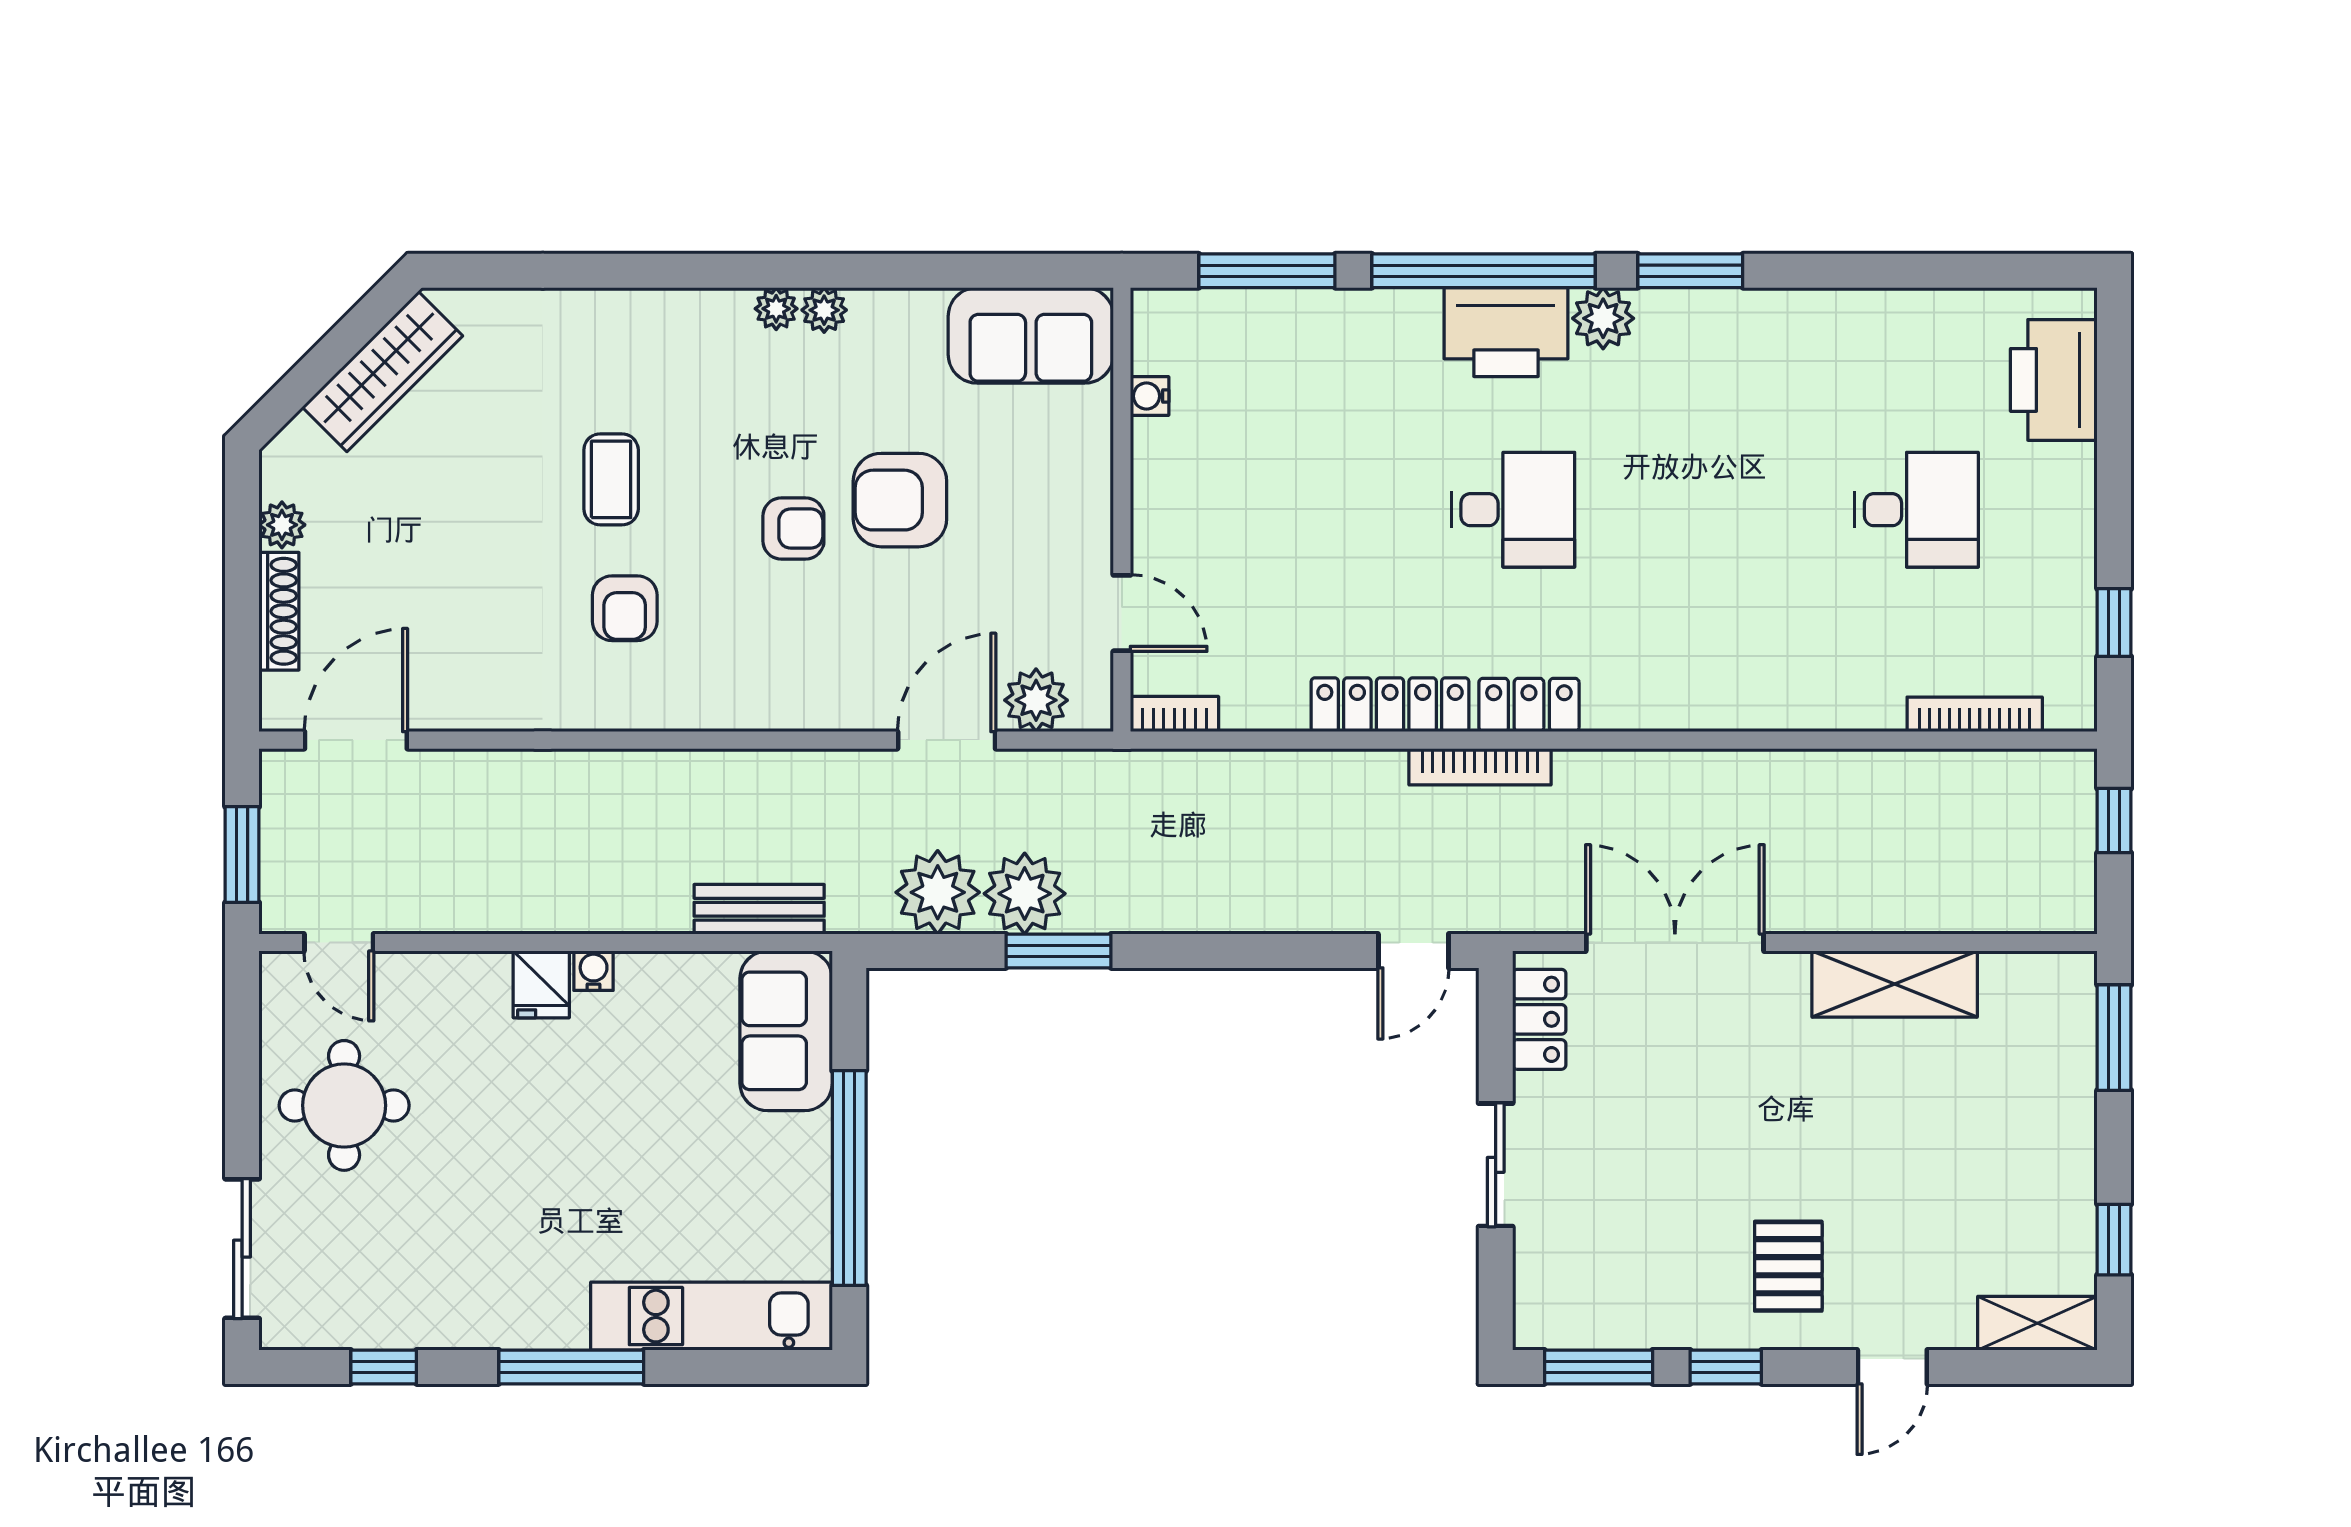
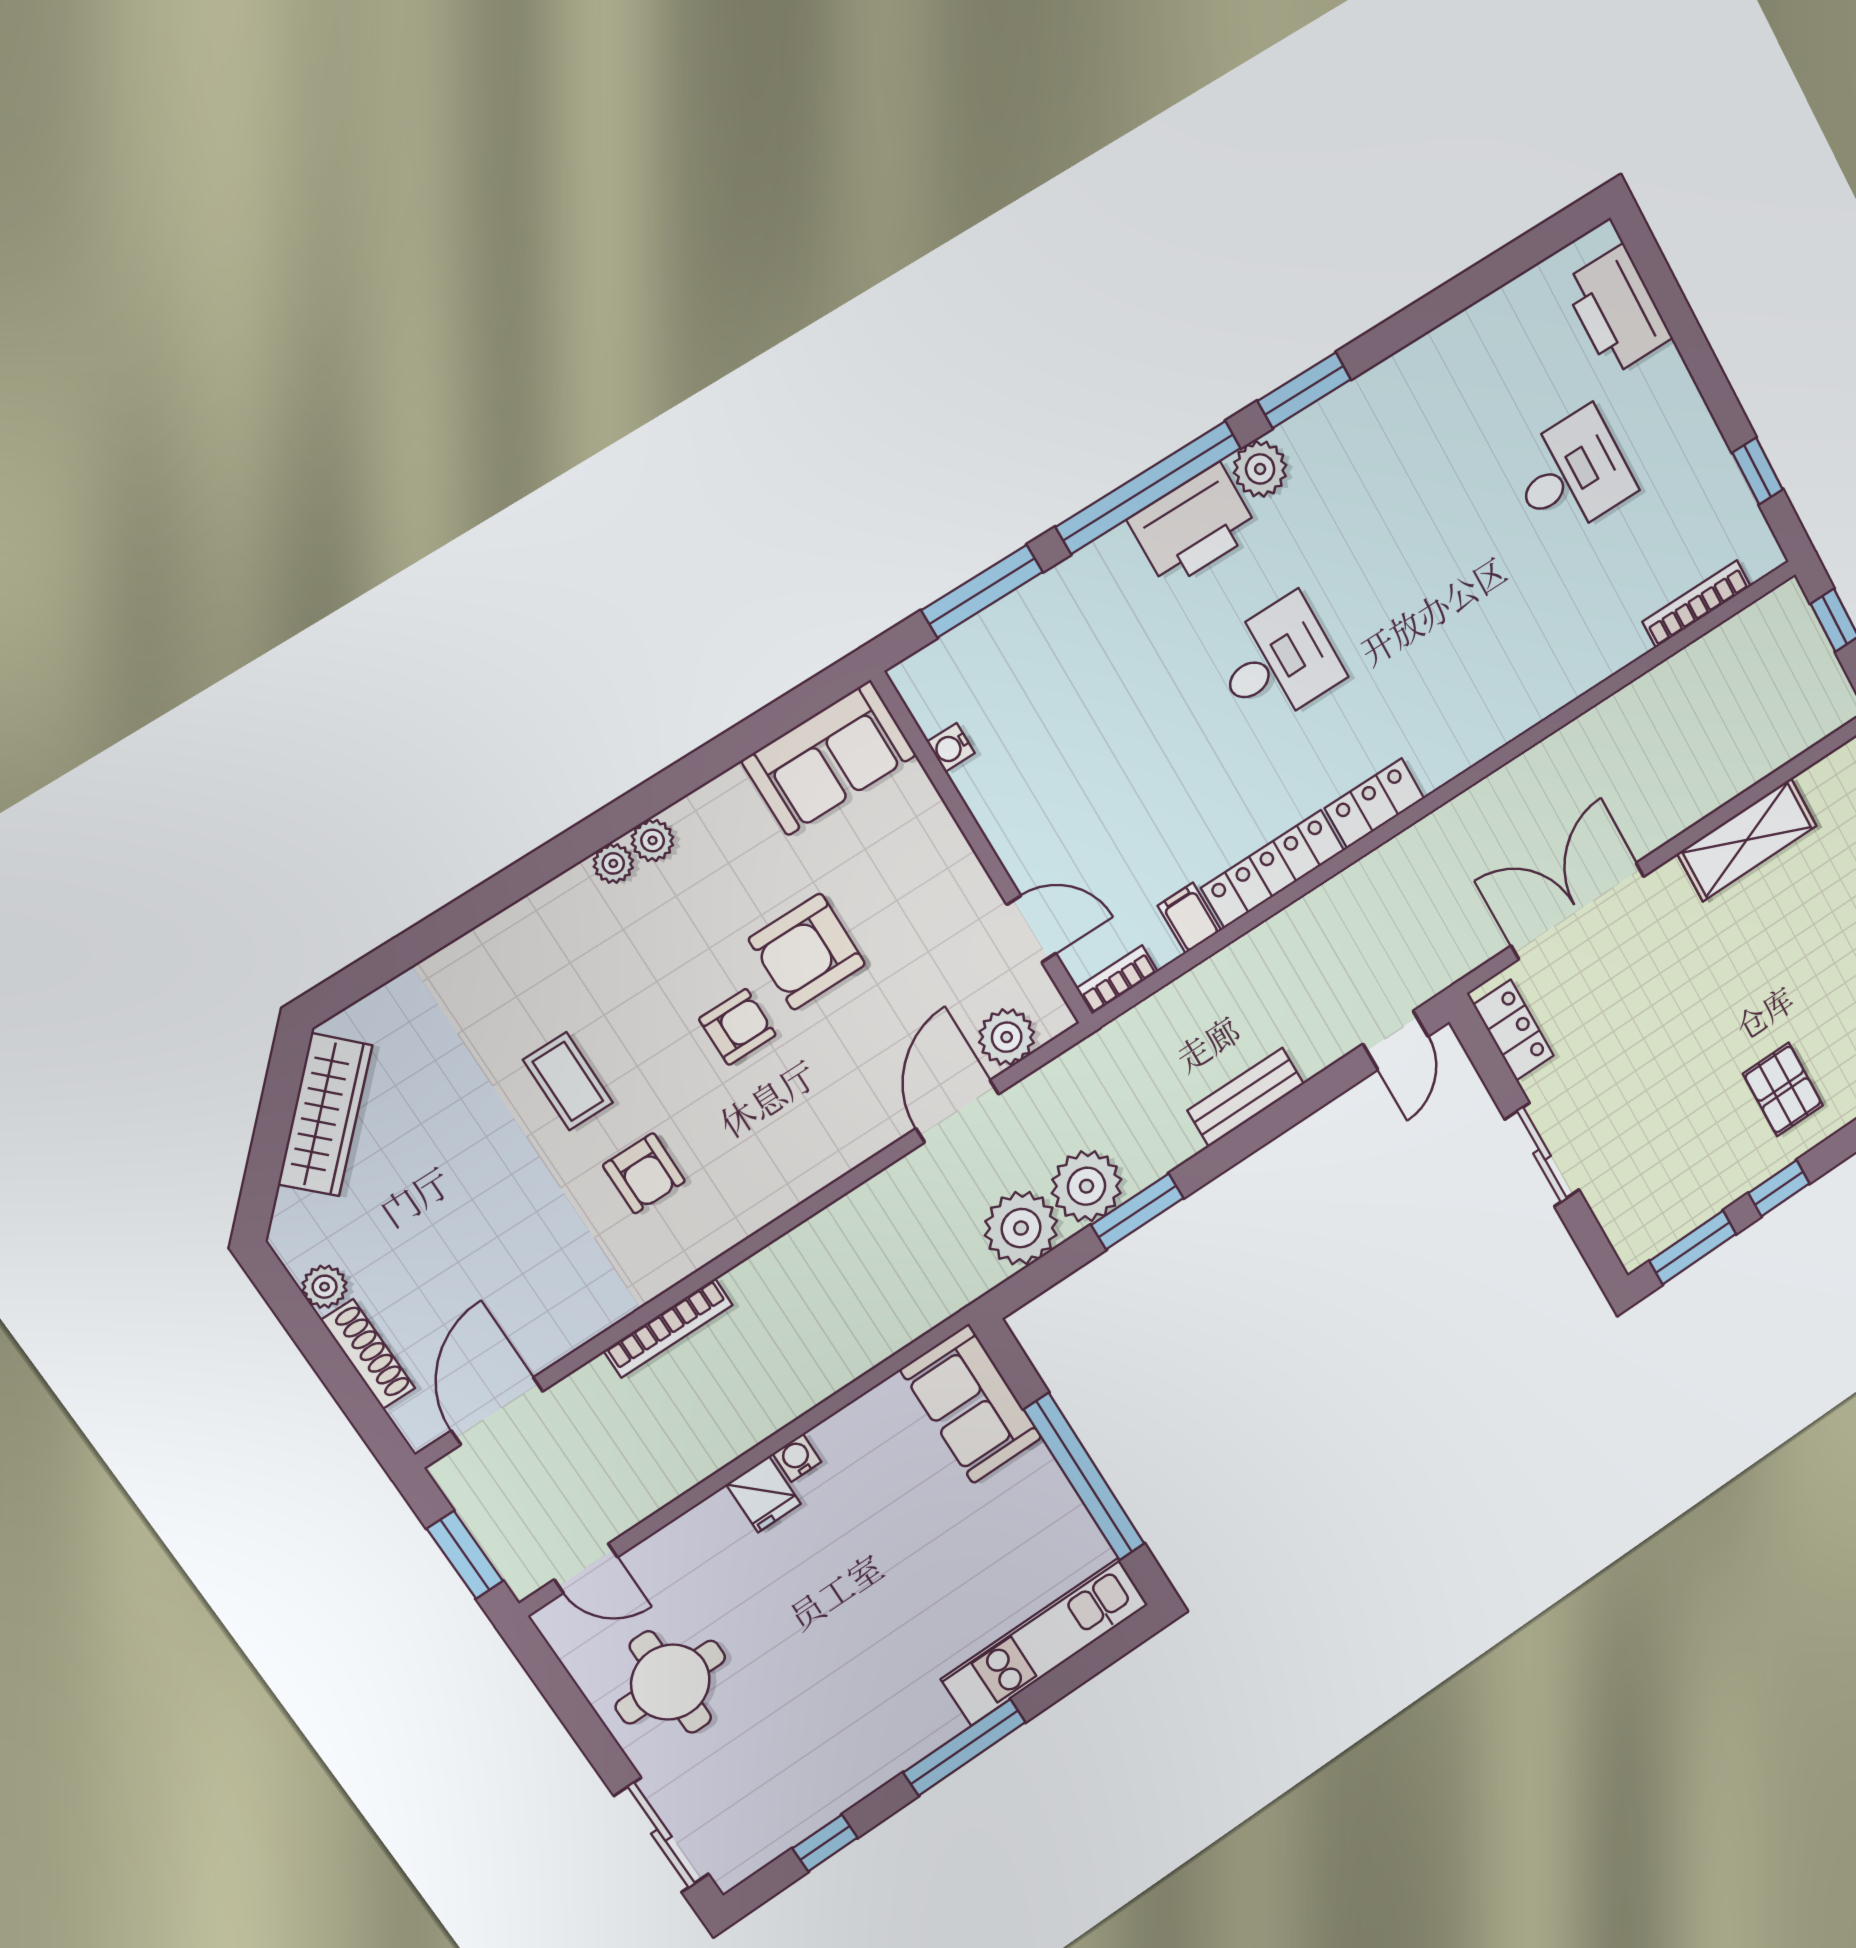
filing cabinet: (1280, 700) -> (1189, 918), added
bookcase: (1480, 767) -> (668, 1328), moved
bench: (759, 909) -> (1246, 1097), moved

